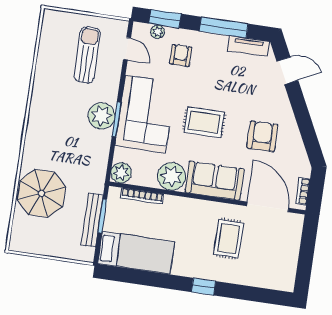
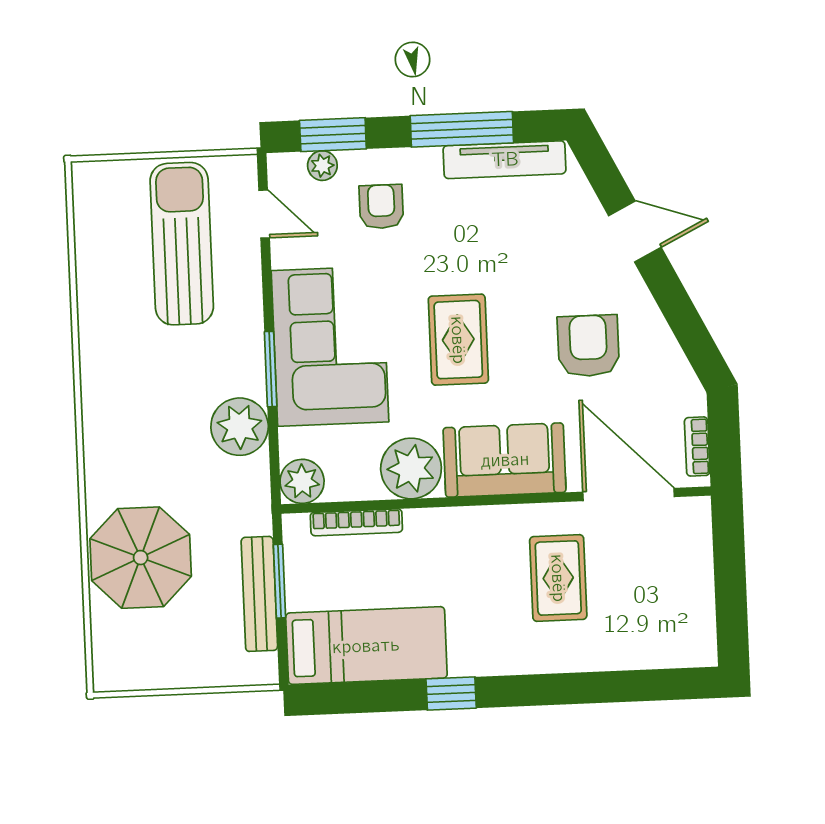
tv unit: (248, 46) -> (505, 160), width x1.41
sun lounger: (87, 55) -> (182, 244), width x1.36, depth x1.34
door: (287, 71) -> (635, 232), moved
plant: (102, 116) -> (240, 427), moved
rug: (204, 122) -> (458, 340), turned 90
window: (204, 287) -> (451, 693), moved

